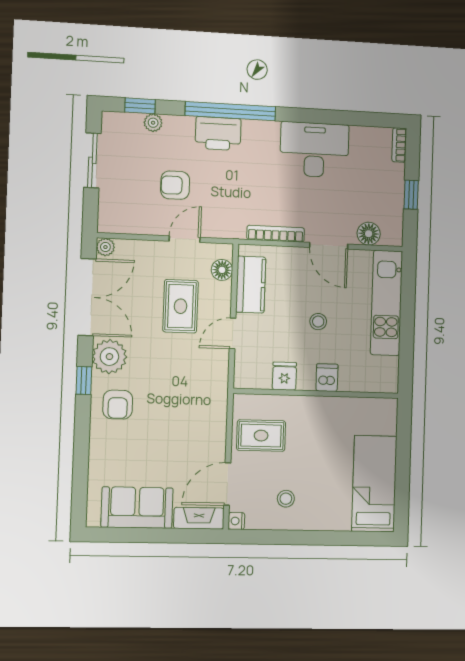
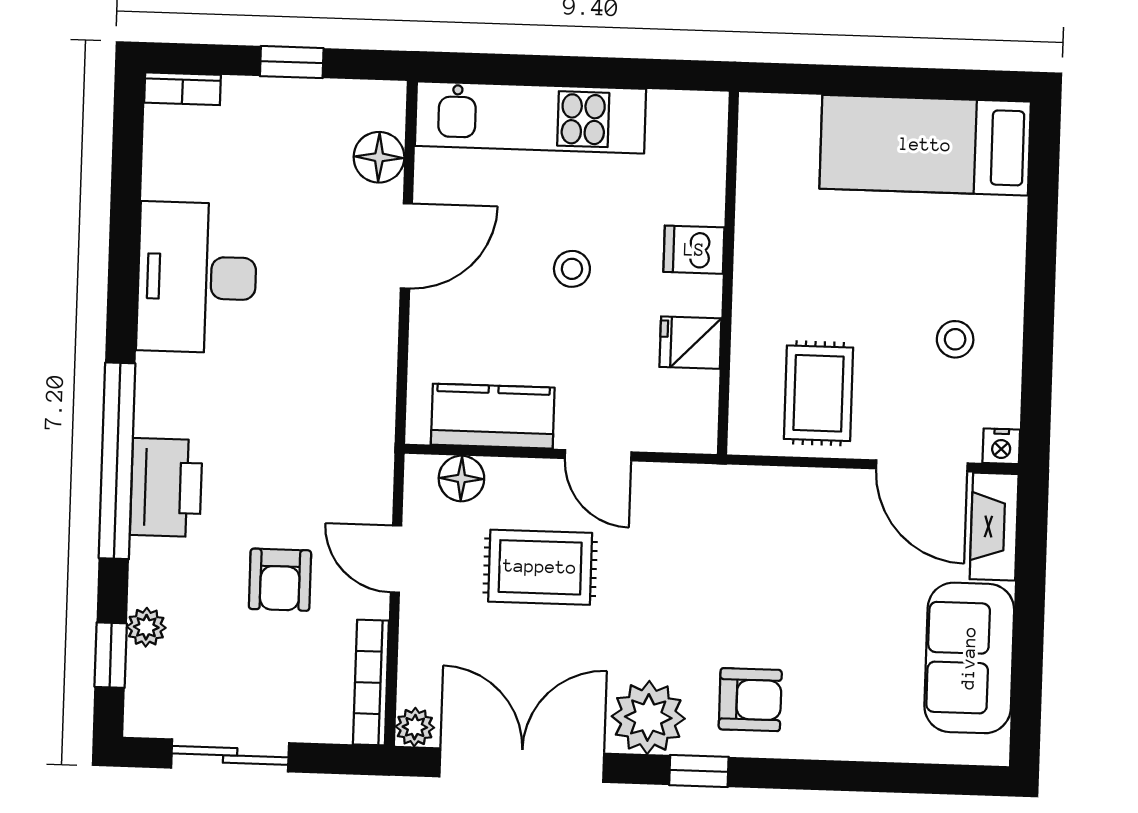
bookcase: (276, 234) -> (371, 683), moved

